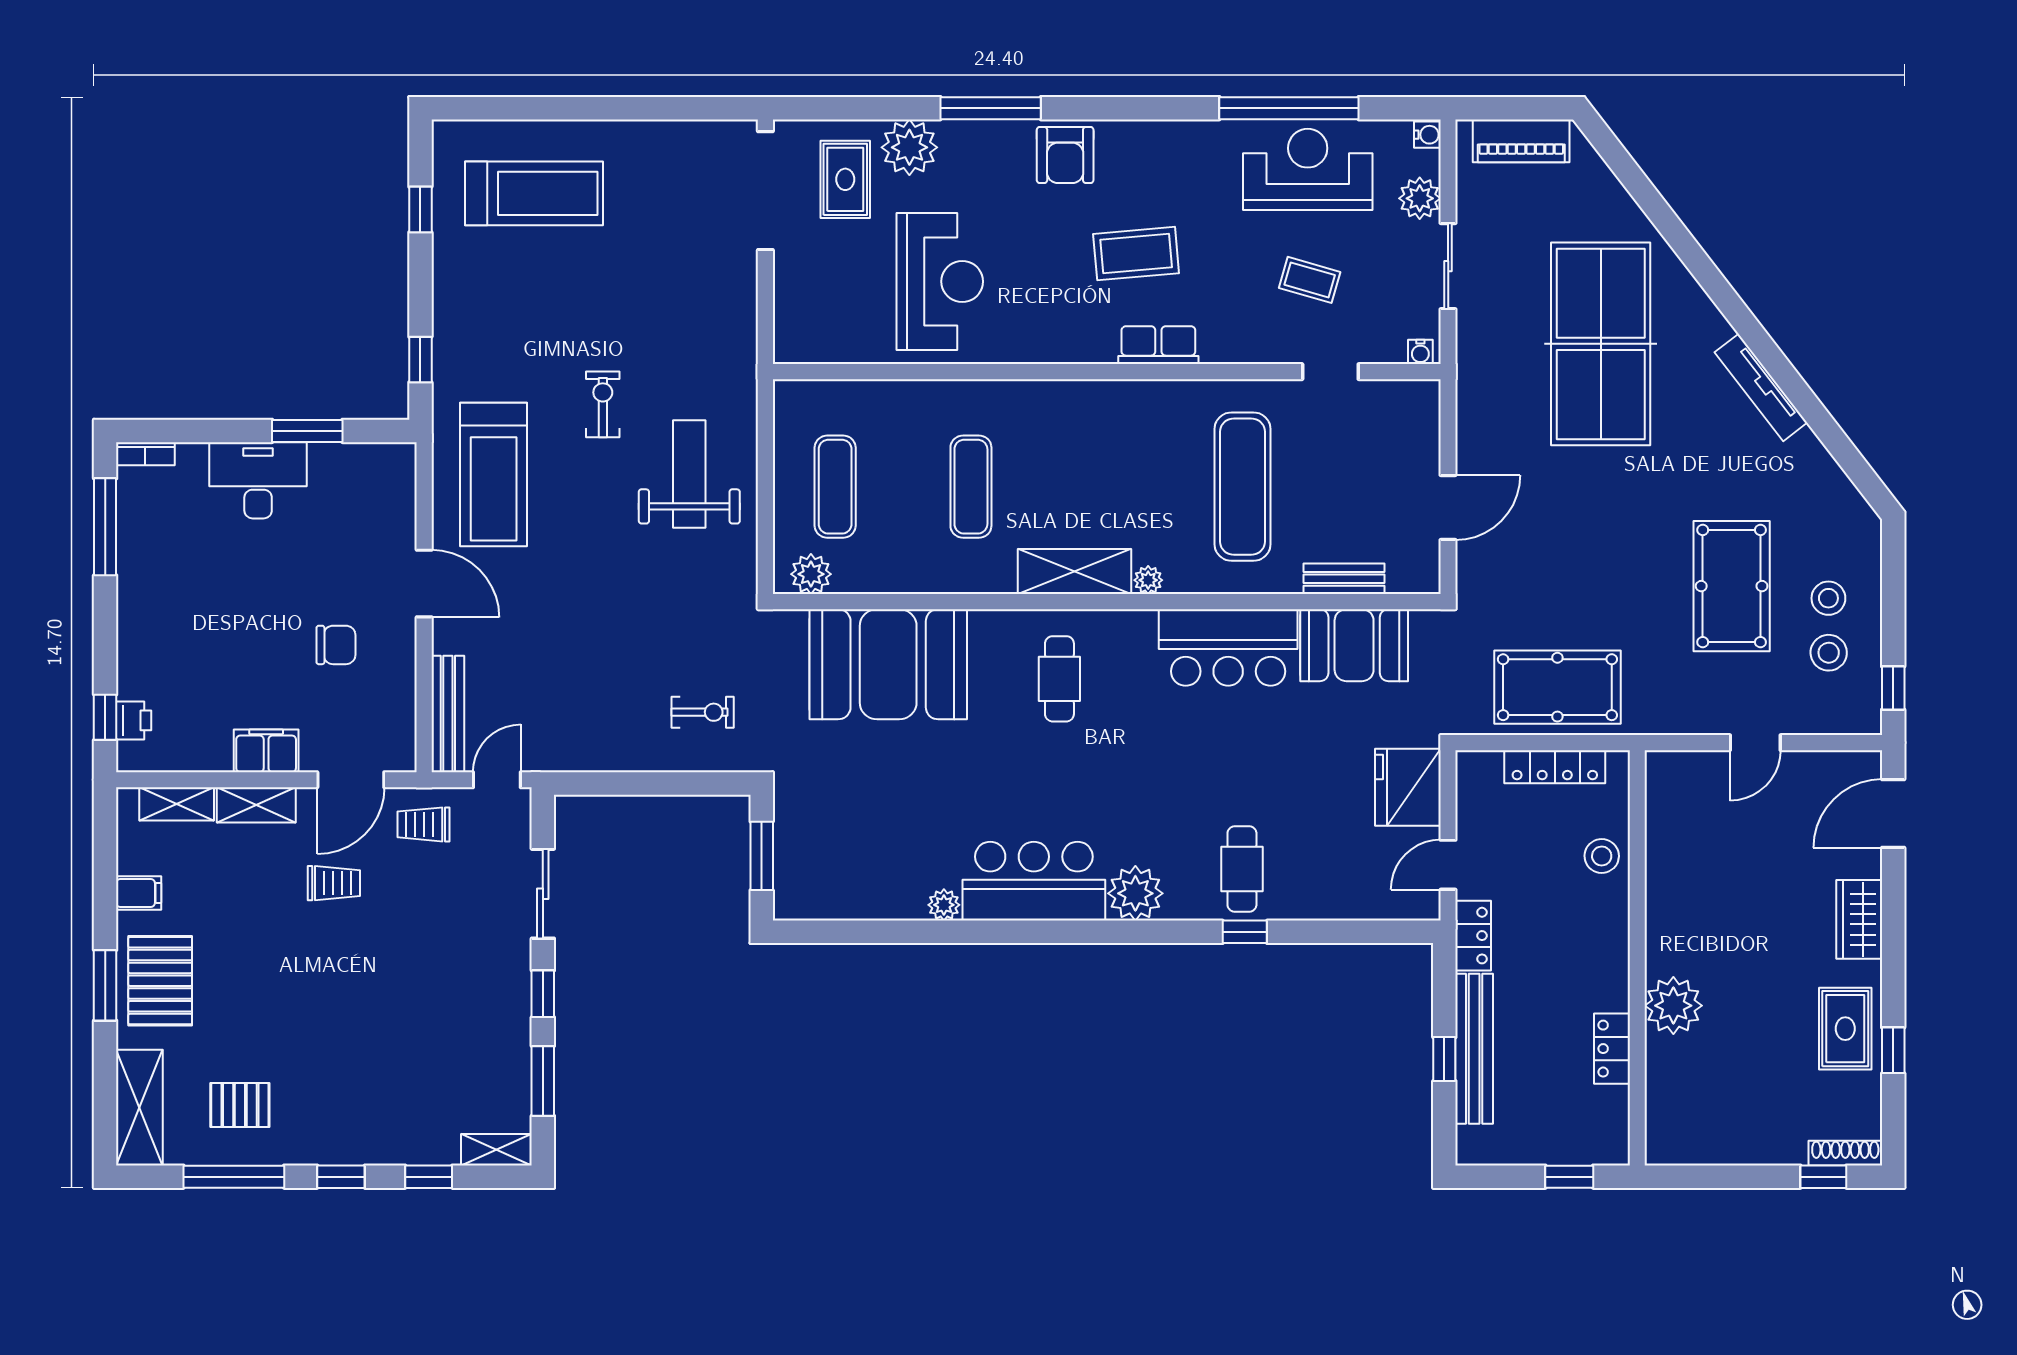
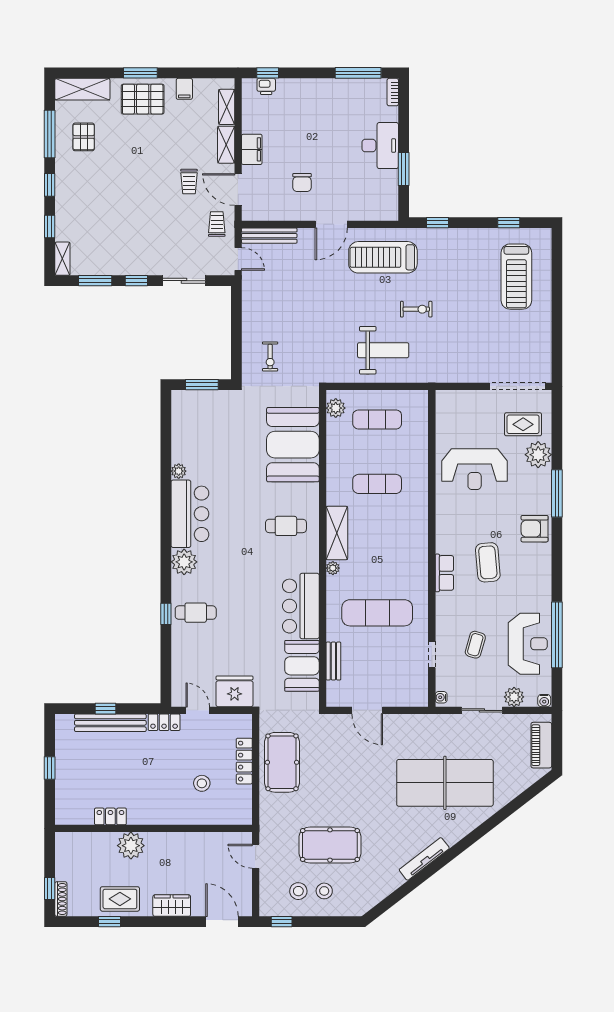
wall: (1637, 958) -> (154, 828), moved
plant: (1673, 1006) -> (131, 846), moved
locker: (1612, 1049) -> (110, 816), moved

